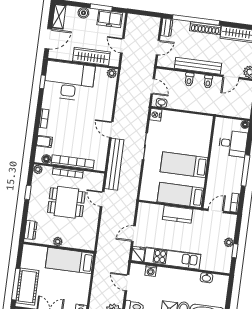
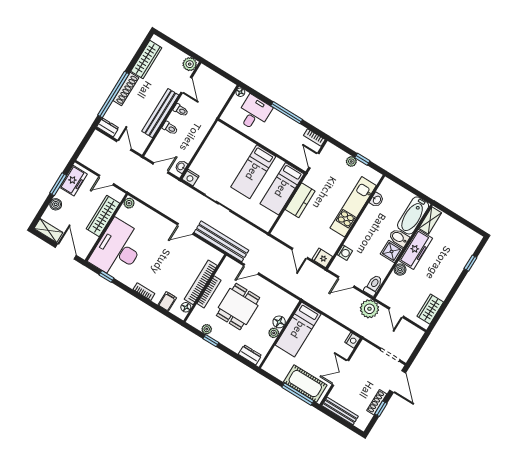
plant: (38, 169) -> (207, 329), moved
floor lamp: (69, 242) -> (279, 322), added
kitchen unit: (173, 258) -> (353, 207), moved

